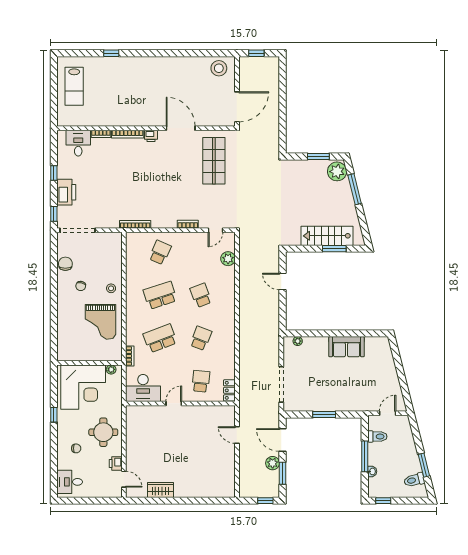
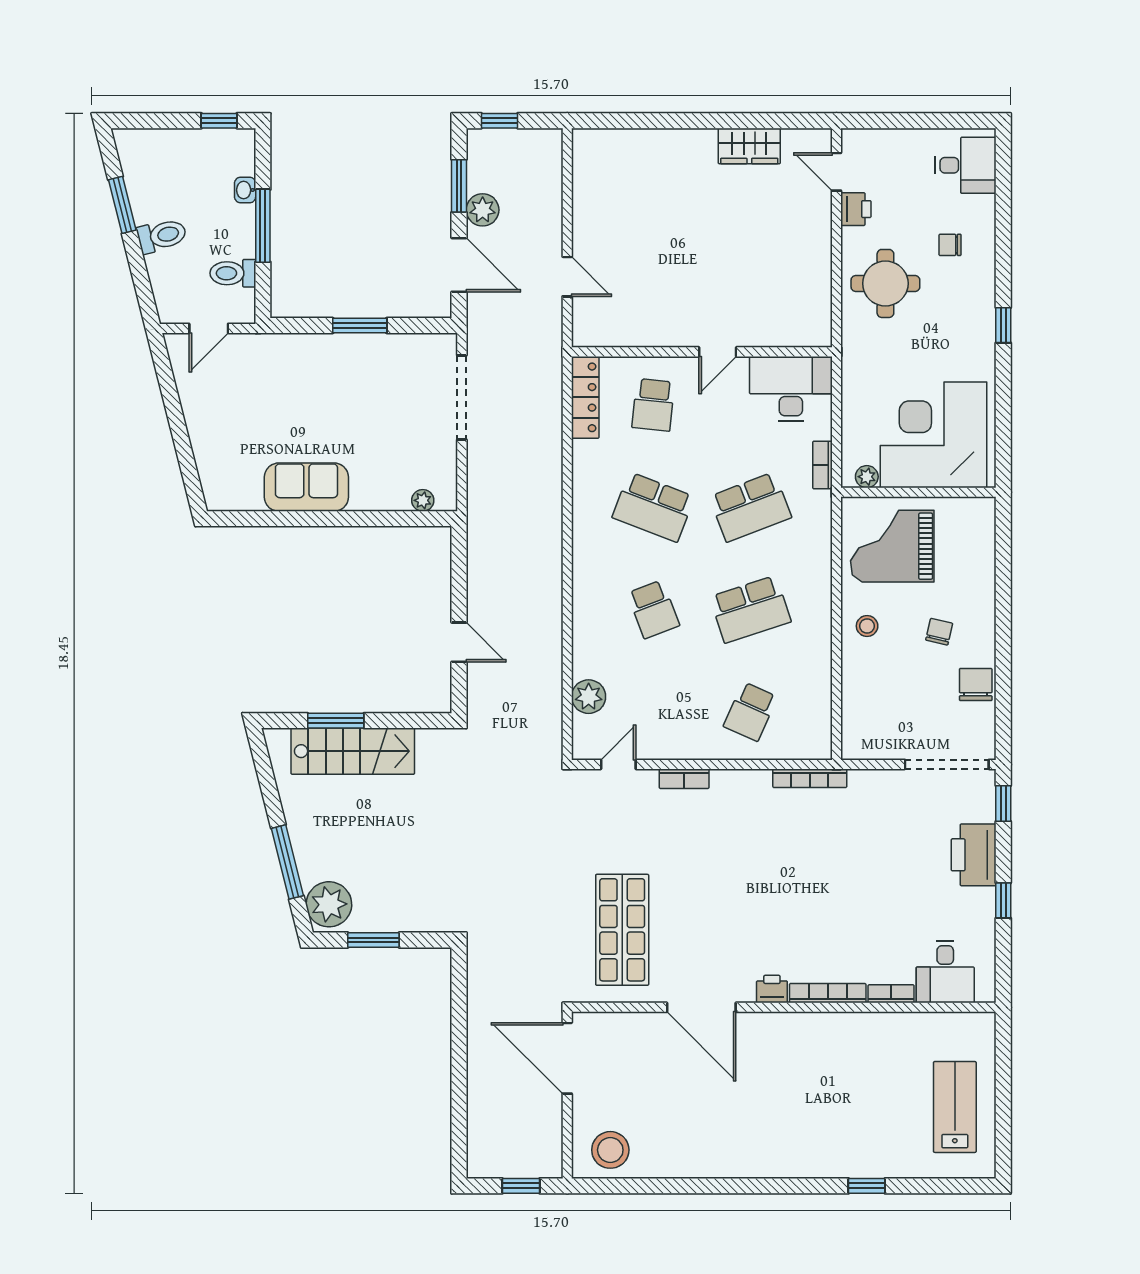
door: (237, 107) -> (567, 1058), hinge flipped
chair: (65, 264) -> (976, 685), turned 180
grand piano: (100, 322) -> (892, 546), turned -90
school desk: (201, 338) -> (653, 507), width x1.85
wall: (89, 363) -> (918, 492), moved
plant: (111, 369) -> (867, 477), moved
corner desk: (83, 387) -> (933, 435), moved
locker: (229, 390) -> (585, 397), width x1.53
toilet: (414, 480) -> (162, 236), moved

